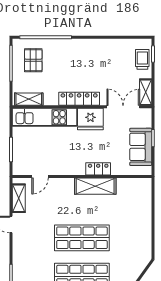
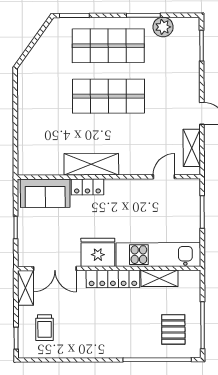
trolley: (142, 59) -> (45, 328), moved
shelving: (29, 99) -> (159, 278), moved
sofa: (141, 147) -> (45, 193), moved, turned 90

